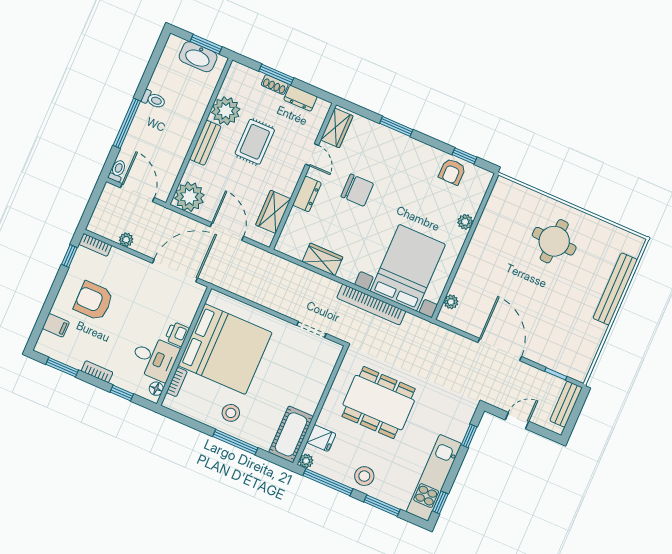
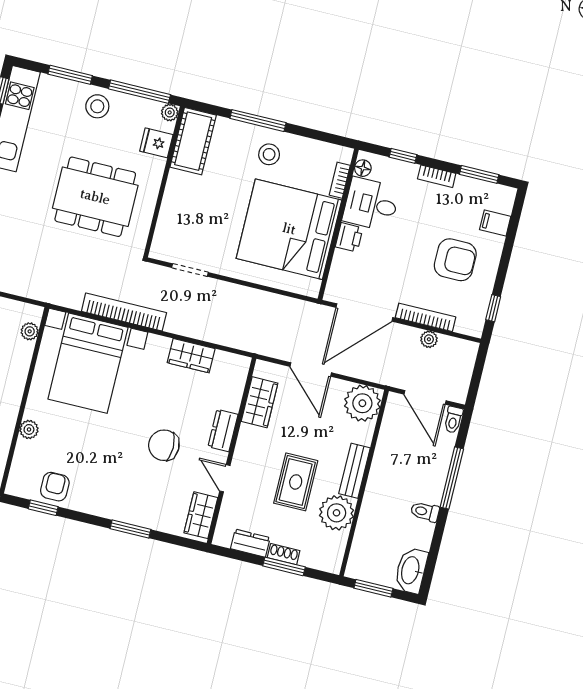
washbasin: (198, 57) -> (411, 570), moved, turned -90
bookcase: (95, 245) -> (426, 317), moved, width x1.56

